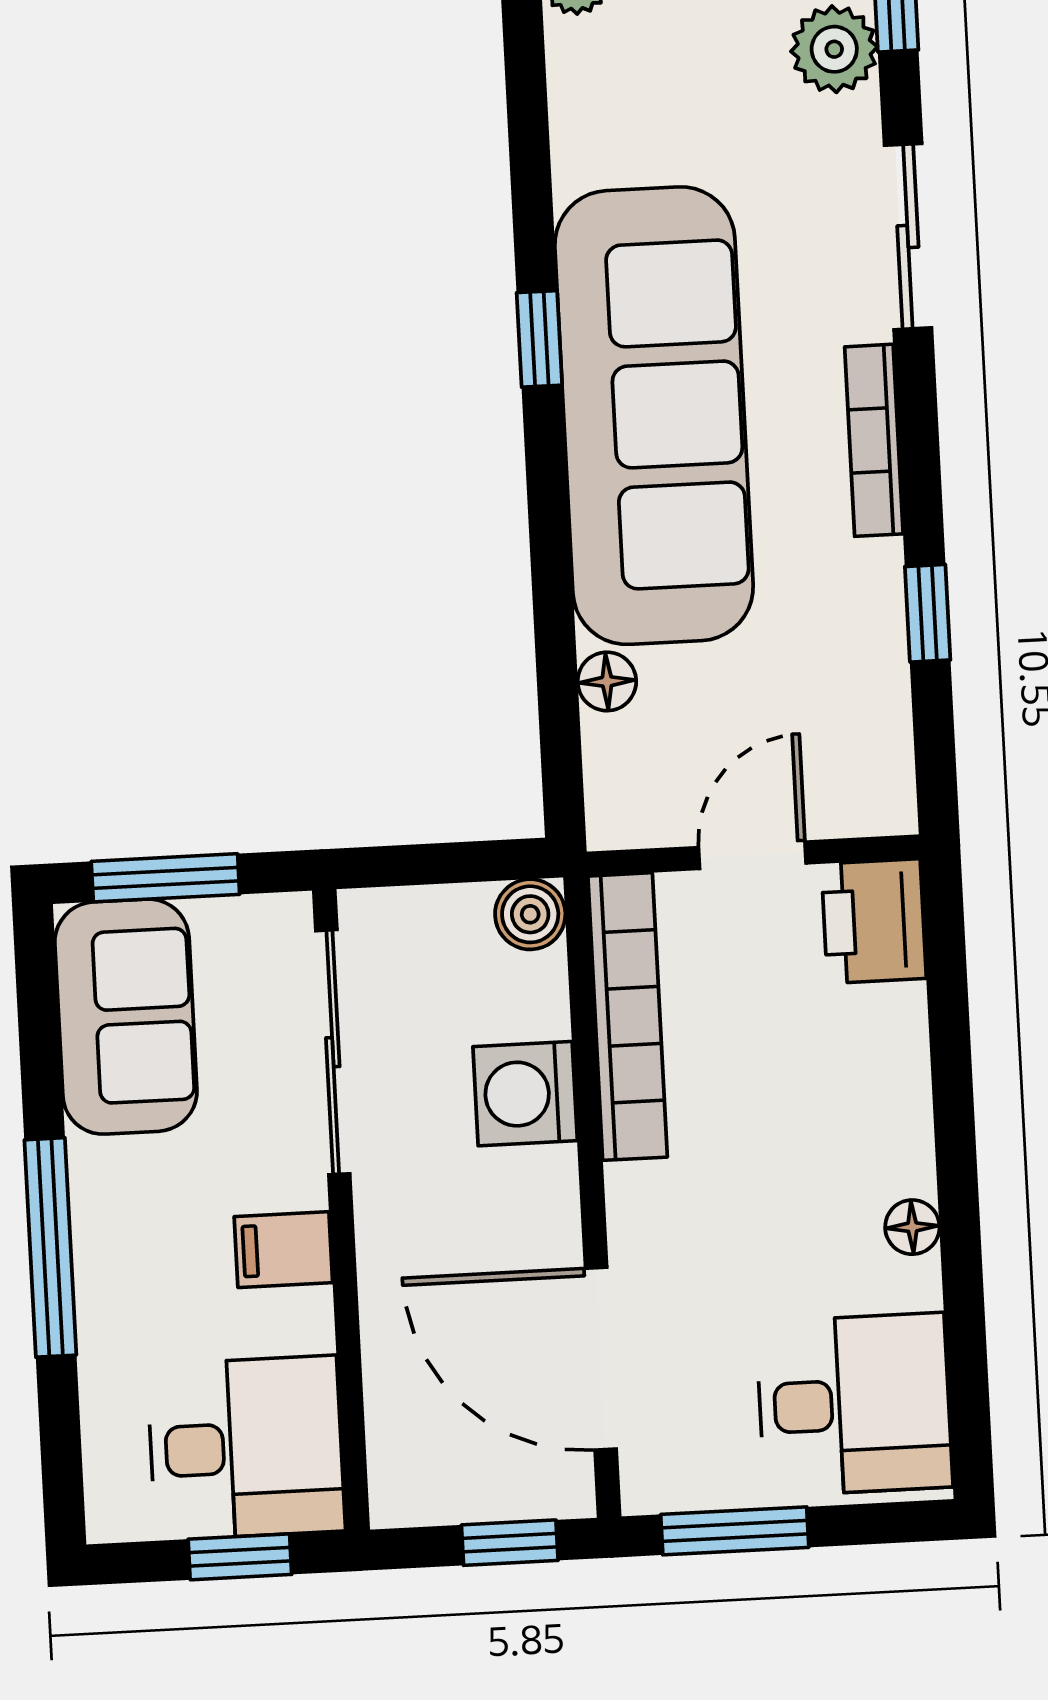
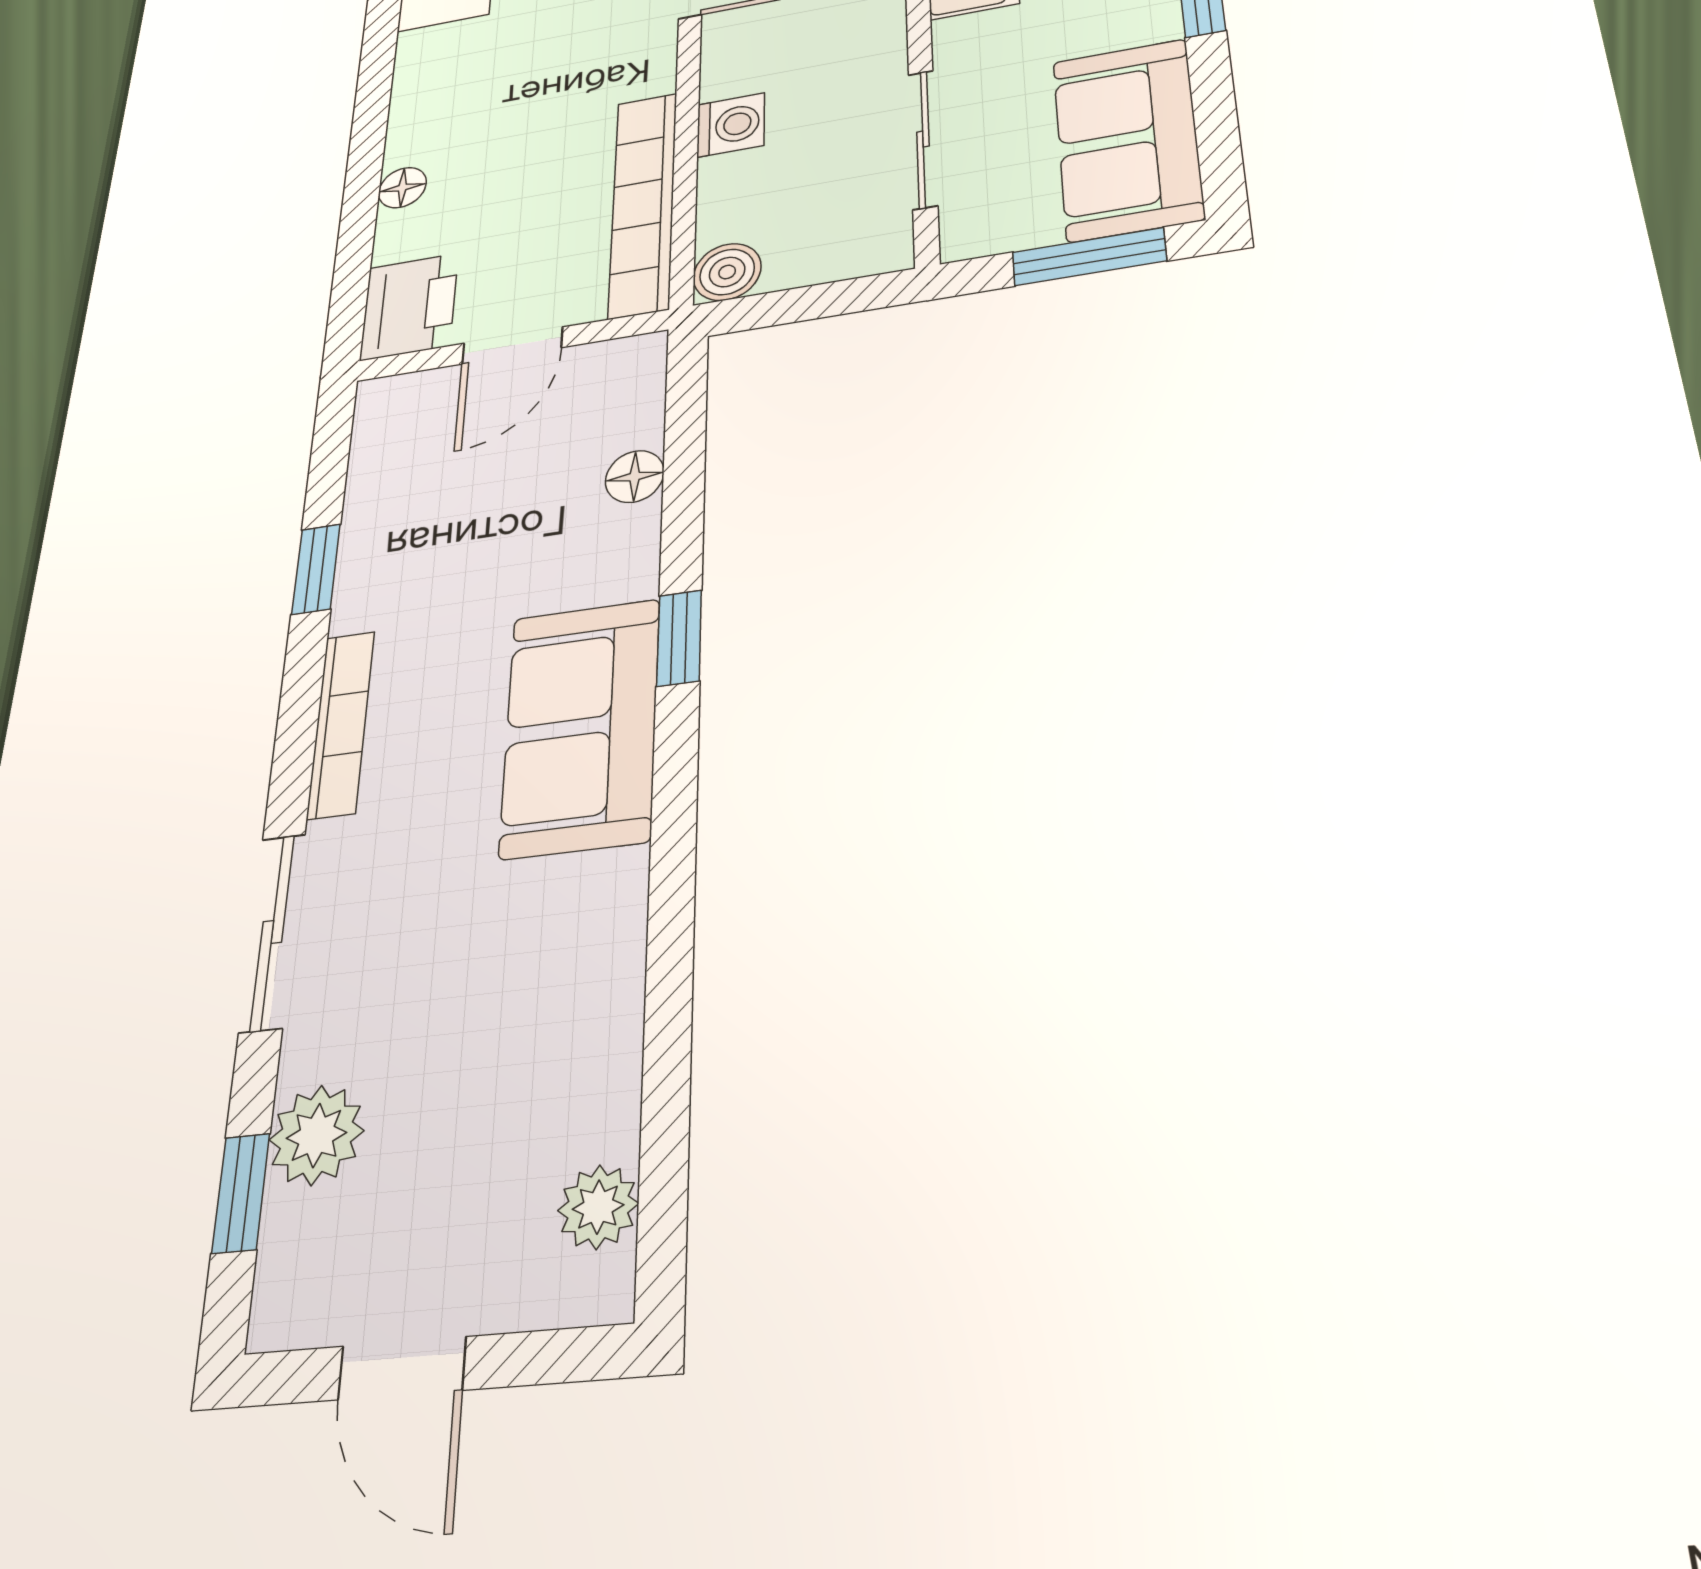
window: (539, 339) -> (679, 638), moved
sofa: (654, 416) -> (581, 727), width x0.54, depth x0.79
sliding door: (333, 1052) -> (923, 139), width x0.73
washing machine: (525, 1094) -> (731, 125), width x0.73, depth x0.73
floor lamp: (912, 1227) -> (402, 188), moved

